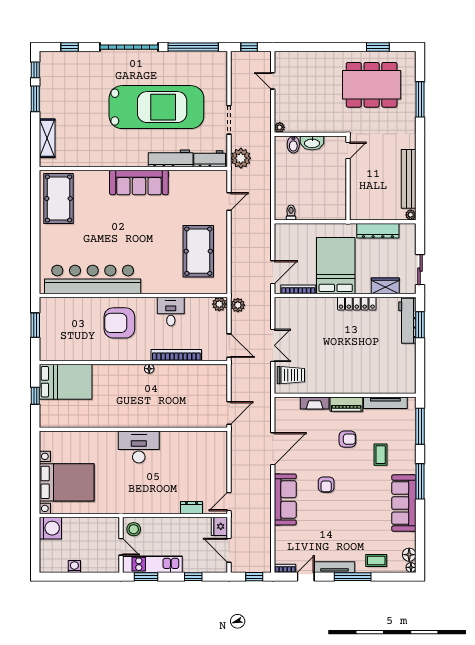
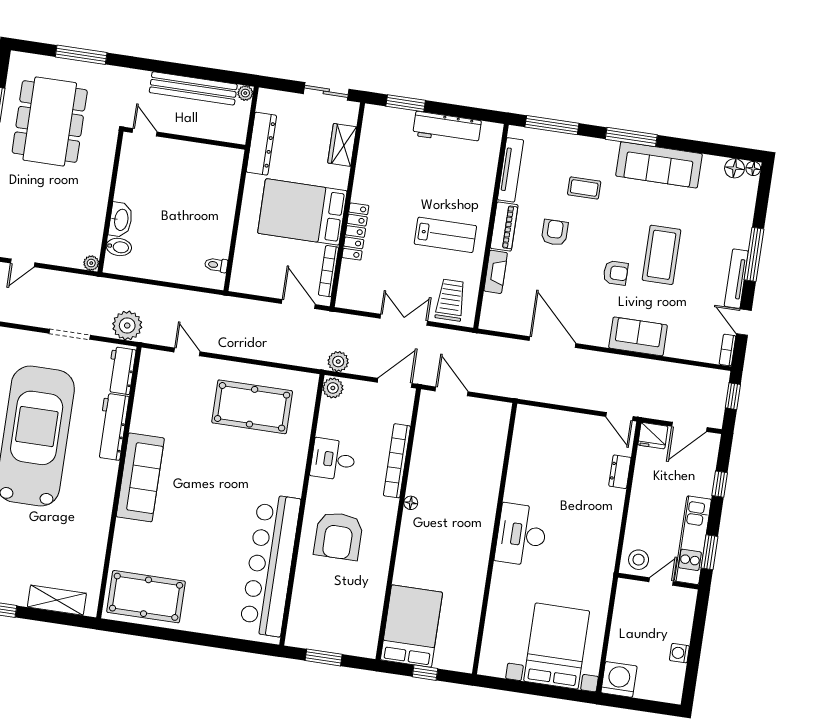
door: (348, 150) -> (145, 132), moved
wall: (348, 178) -> (184, 138), moved
locker: (357, 304) -> (355, 231), moved
workbench: (407, 321) -> (447, 128), moved
lab bench: (335, 365) -> (445, 235), added
door: (229, 413) -> (452, 391), moved
sofa: (285, 499) -> (638, 336), width x0.73
coffee table: (376, 560) -> (661, 255), moved, width x1.86, depth x1.72

